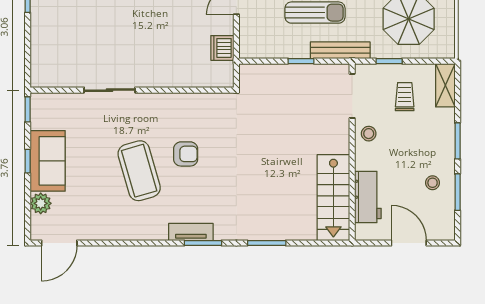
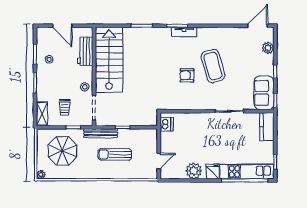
dishwasher: (222, 48) -> (166, 124), moved
kitchen counter: (43, 62) -> (267, 127), added
sofa: (48, 161) -> (264, 93), moved
stairs: (333, 198) -> (109, 60), width x1.36, depth x1.51

